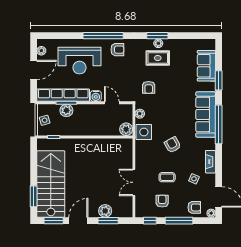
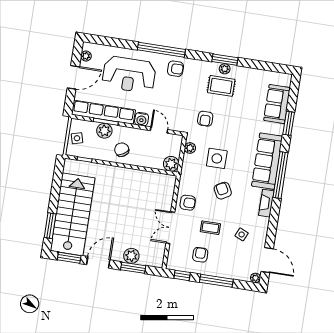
chair: (83, 124) -> (122, 150), added
side table: (144, 132) -> (217, 158), moved
fireplace: (210, 162) -> (266, 203), moved
armchair: (194, 207) -> (188, 203), moved

